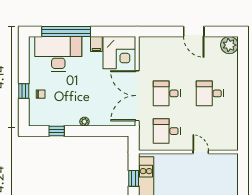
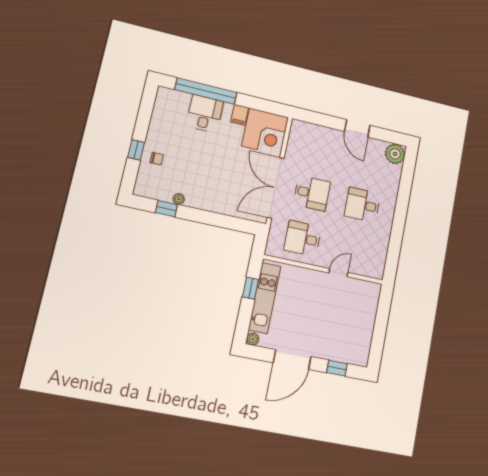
desk: (58, 54) -> (205, 114), width x0.53, depth x0.77
desk: (167, 93) -> (312, 193), turned 180
plant: (84, 122) -> (179, 199), moved
door: (201, 152) -> (338, 273), hinge flipped

